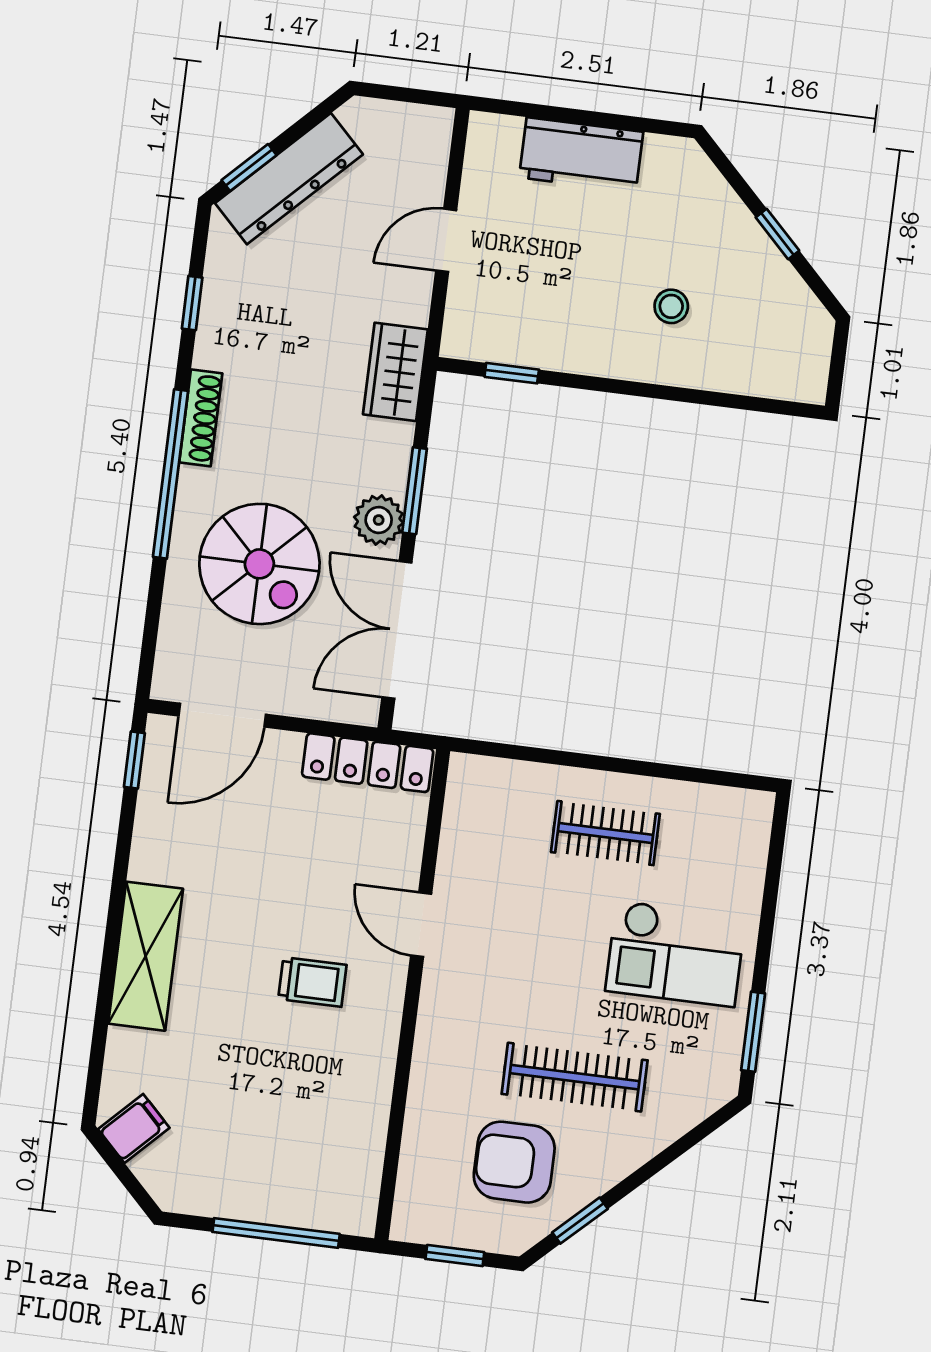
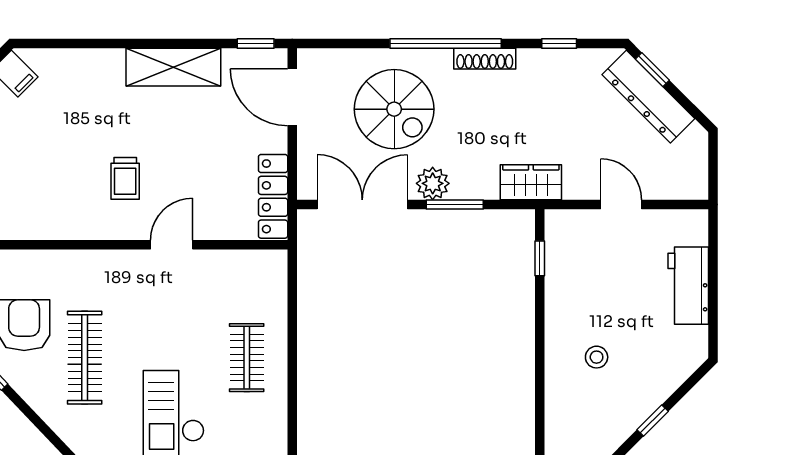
spiral stairs: (259, 564) -> (394, 109), turned -90
shelving: (146, 956) -> (173, 67), moved

